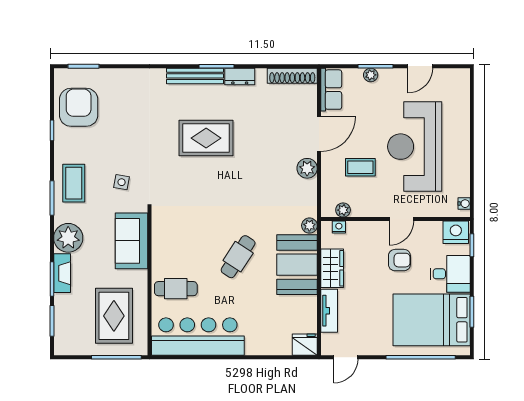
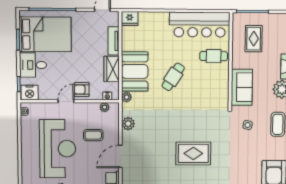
plant: (307, 168) -> (128, 124), moved
armchair: (399, 260) -> (82, 90), moved
rug: (114, 316) -> (254, 39), width x0.73, depth x0.70

